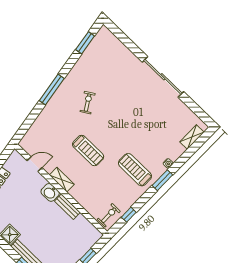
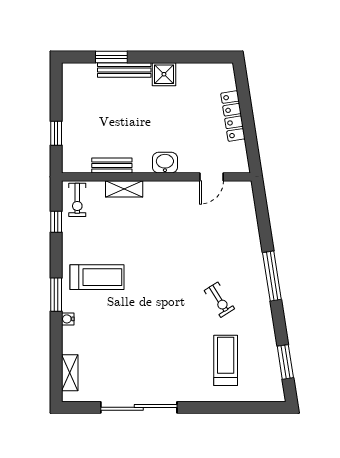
sliding door: (163, 77) -> (139, 407), moved
treadmill: (88, 150) -> (226, 360), moved, turned 90
shelving: (62, 180) -> (124, 189), moved
bench: (67, 207) -> (112, 166), moved

